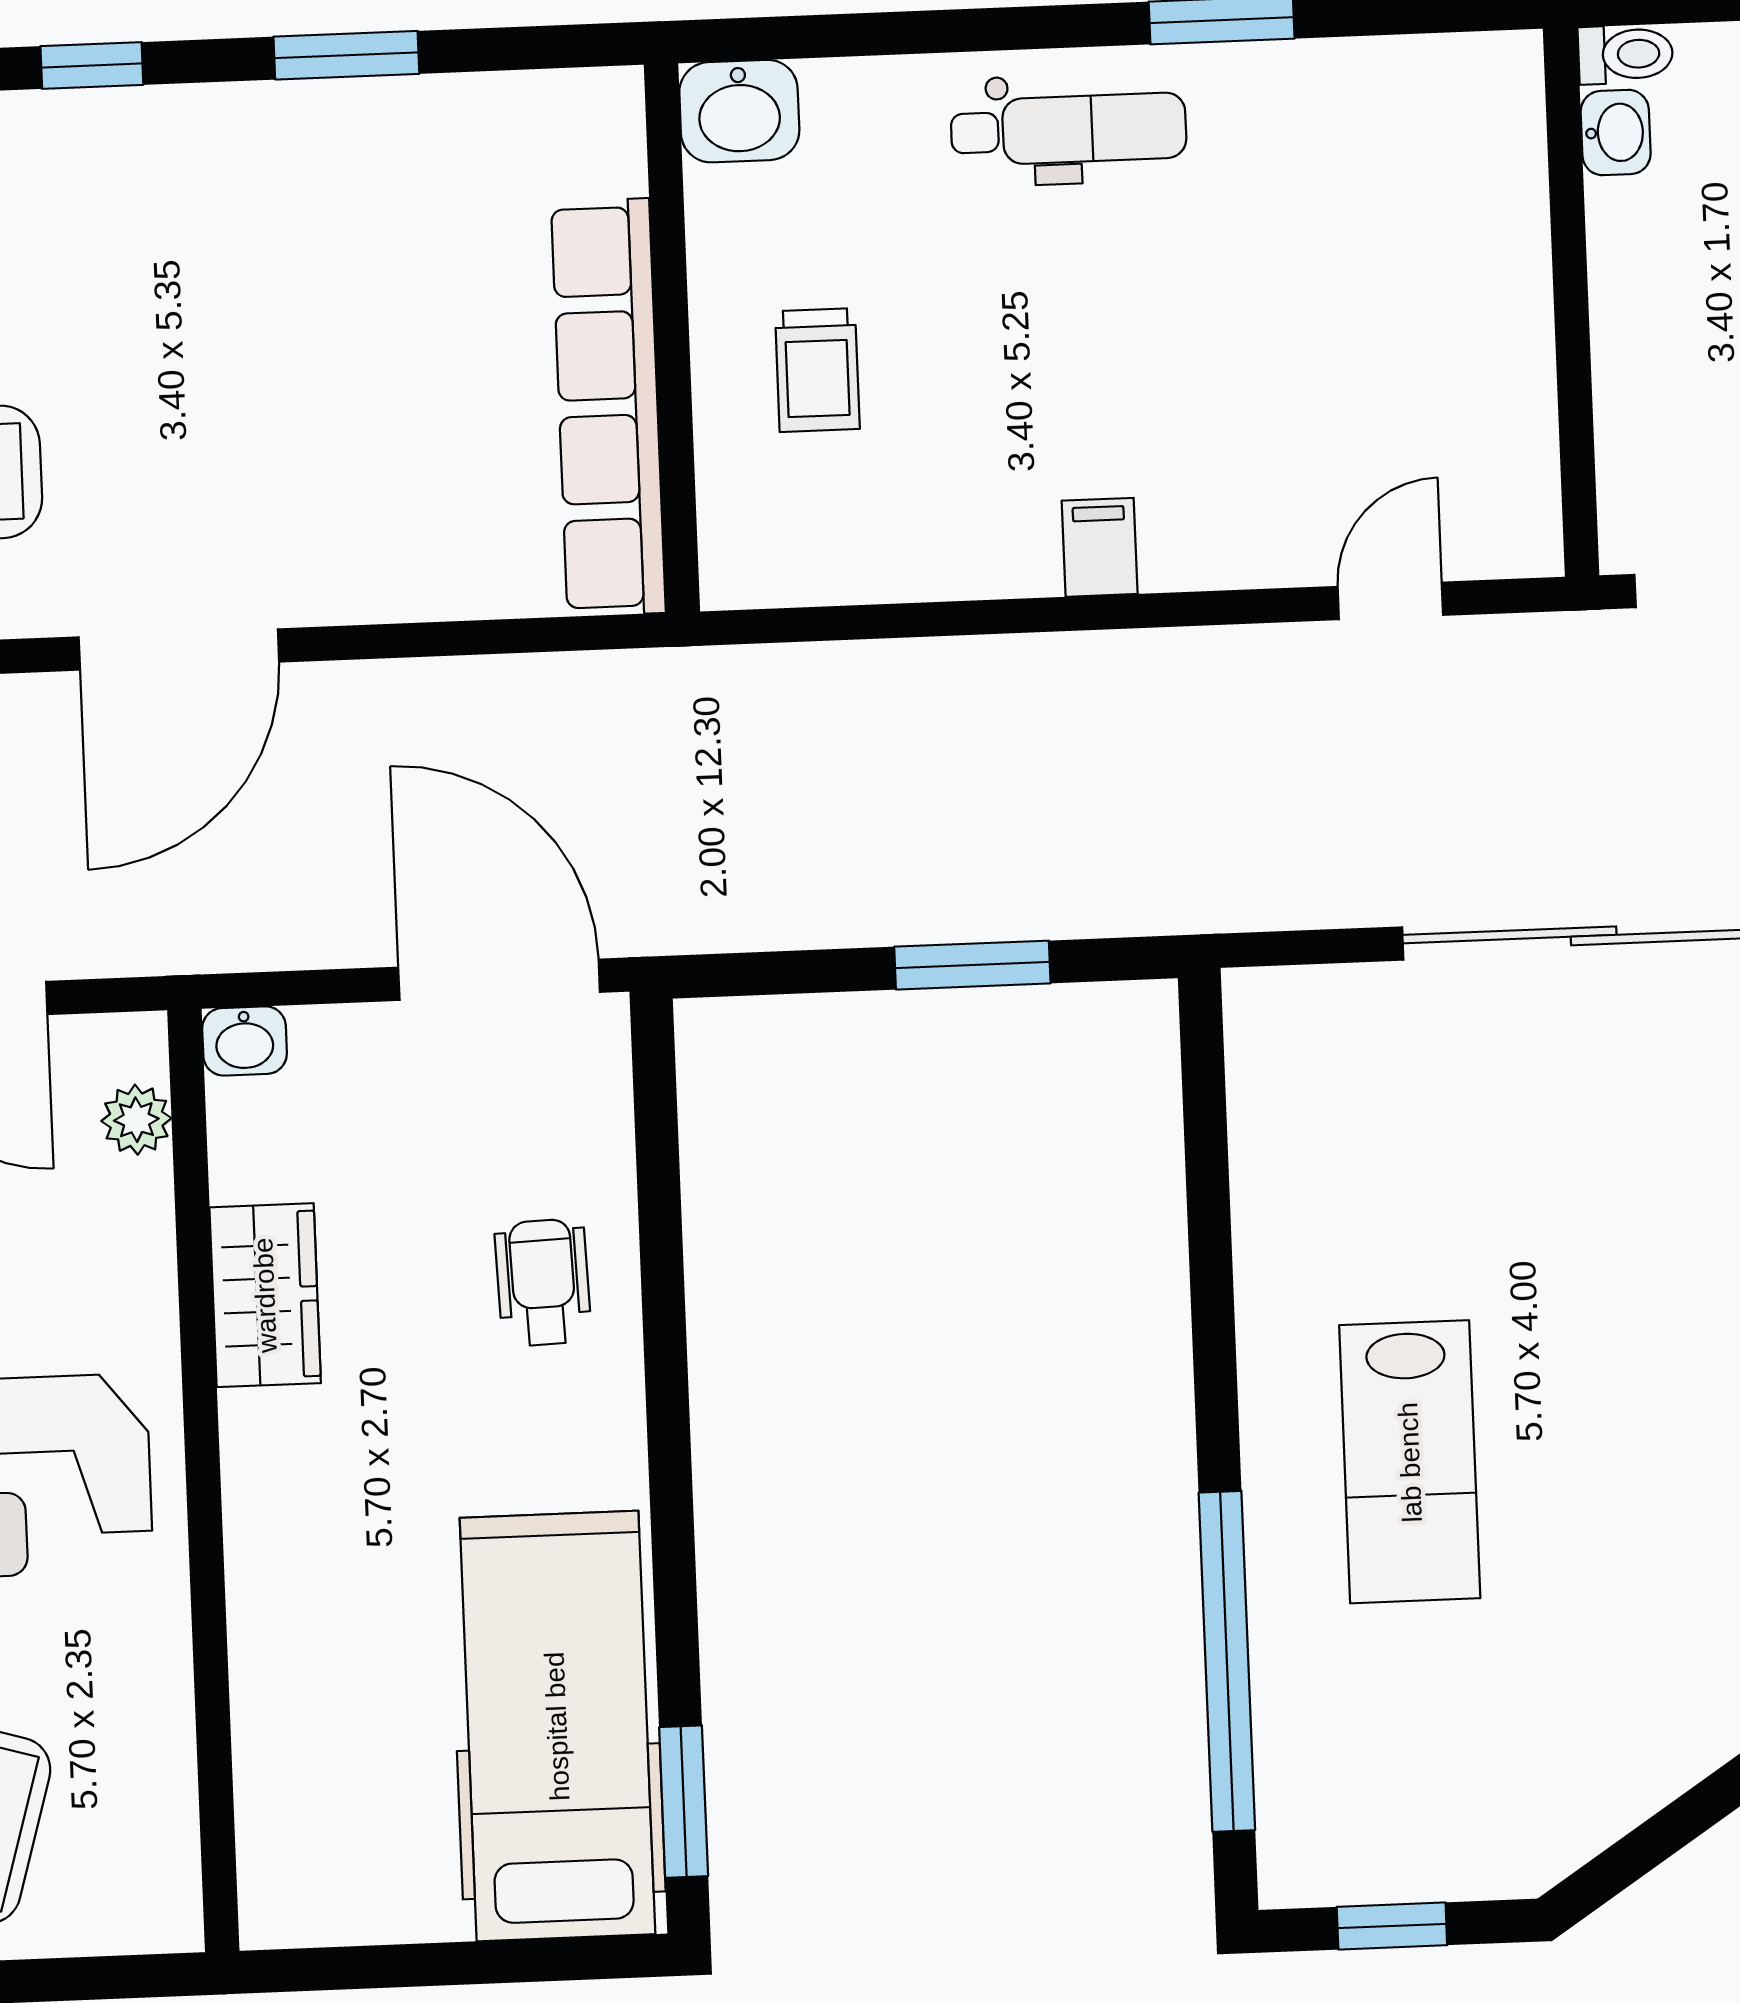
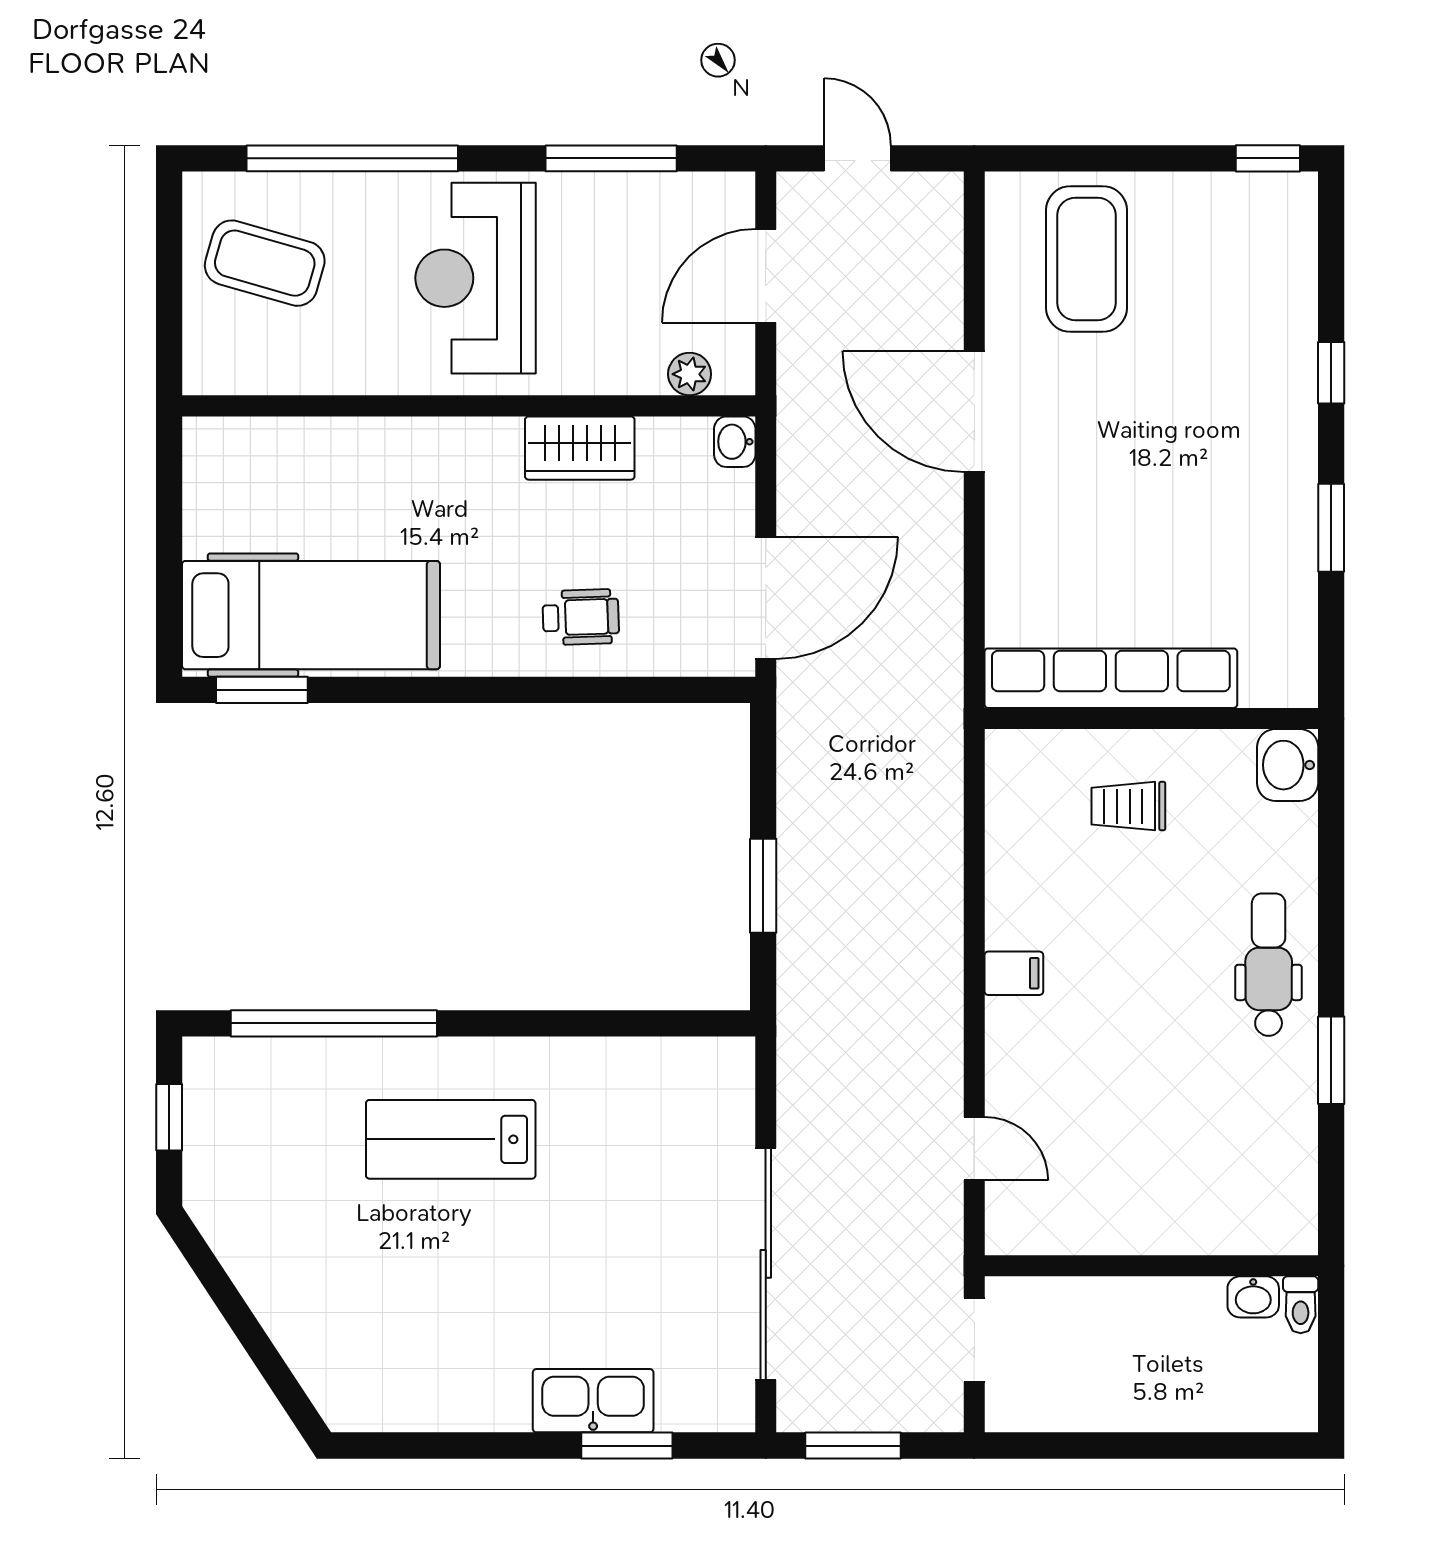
dental chair: (1069, 129) -> (1269, 965), turned 180

